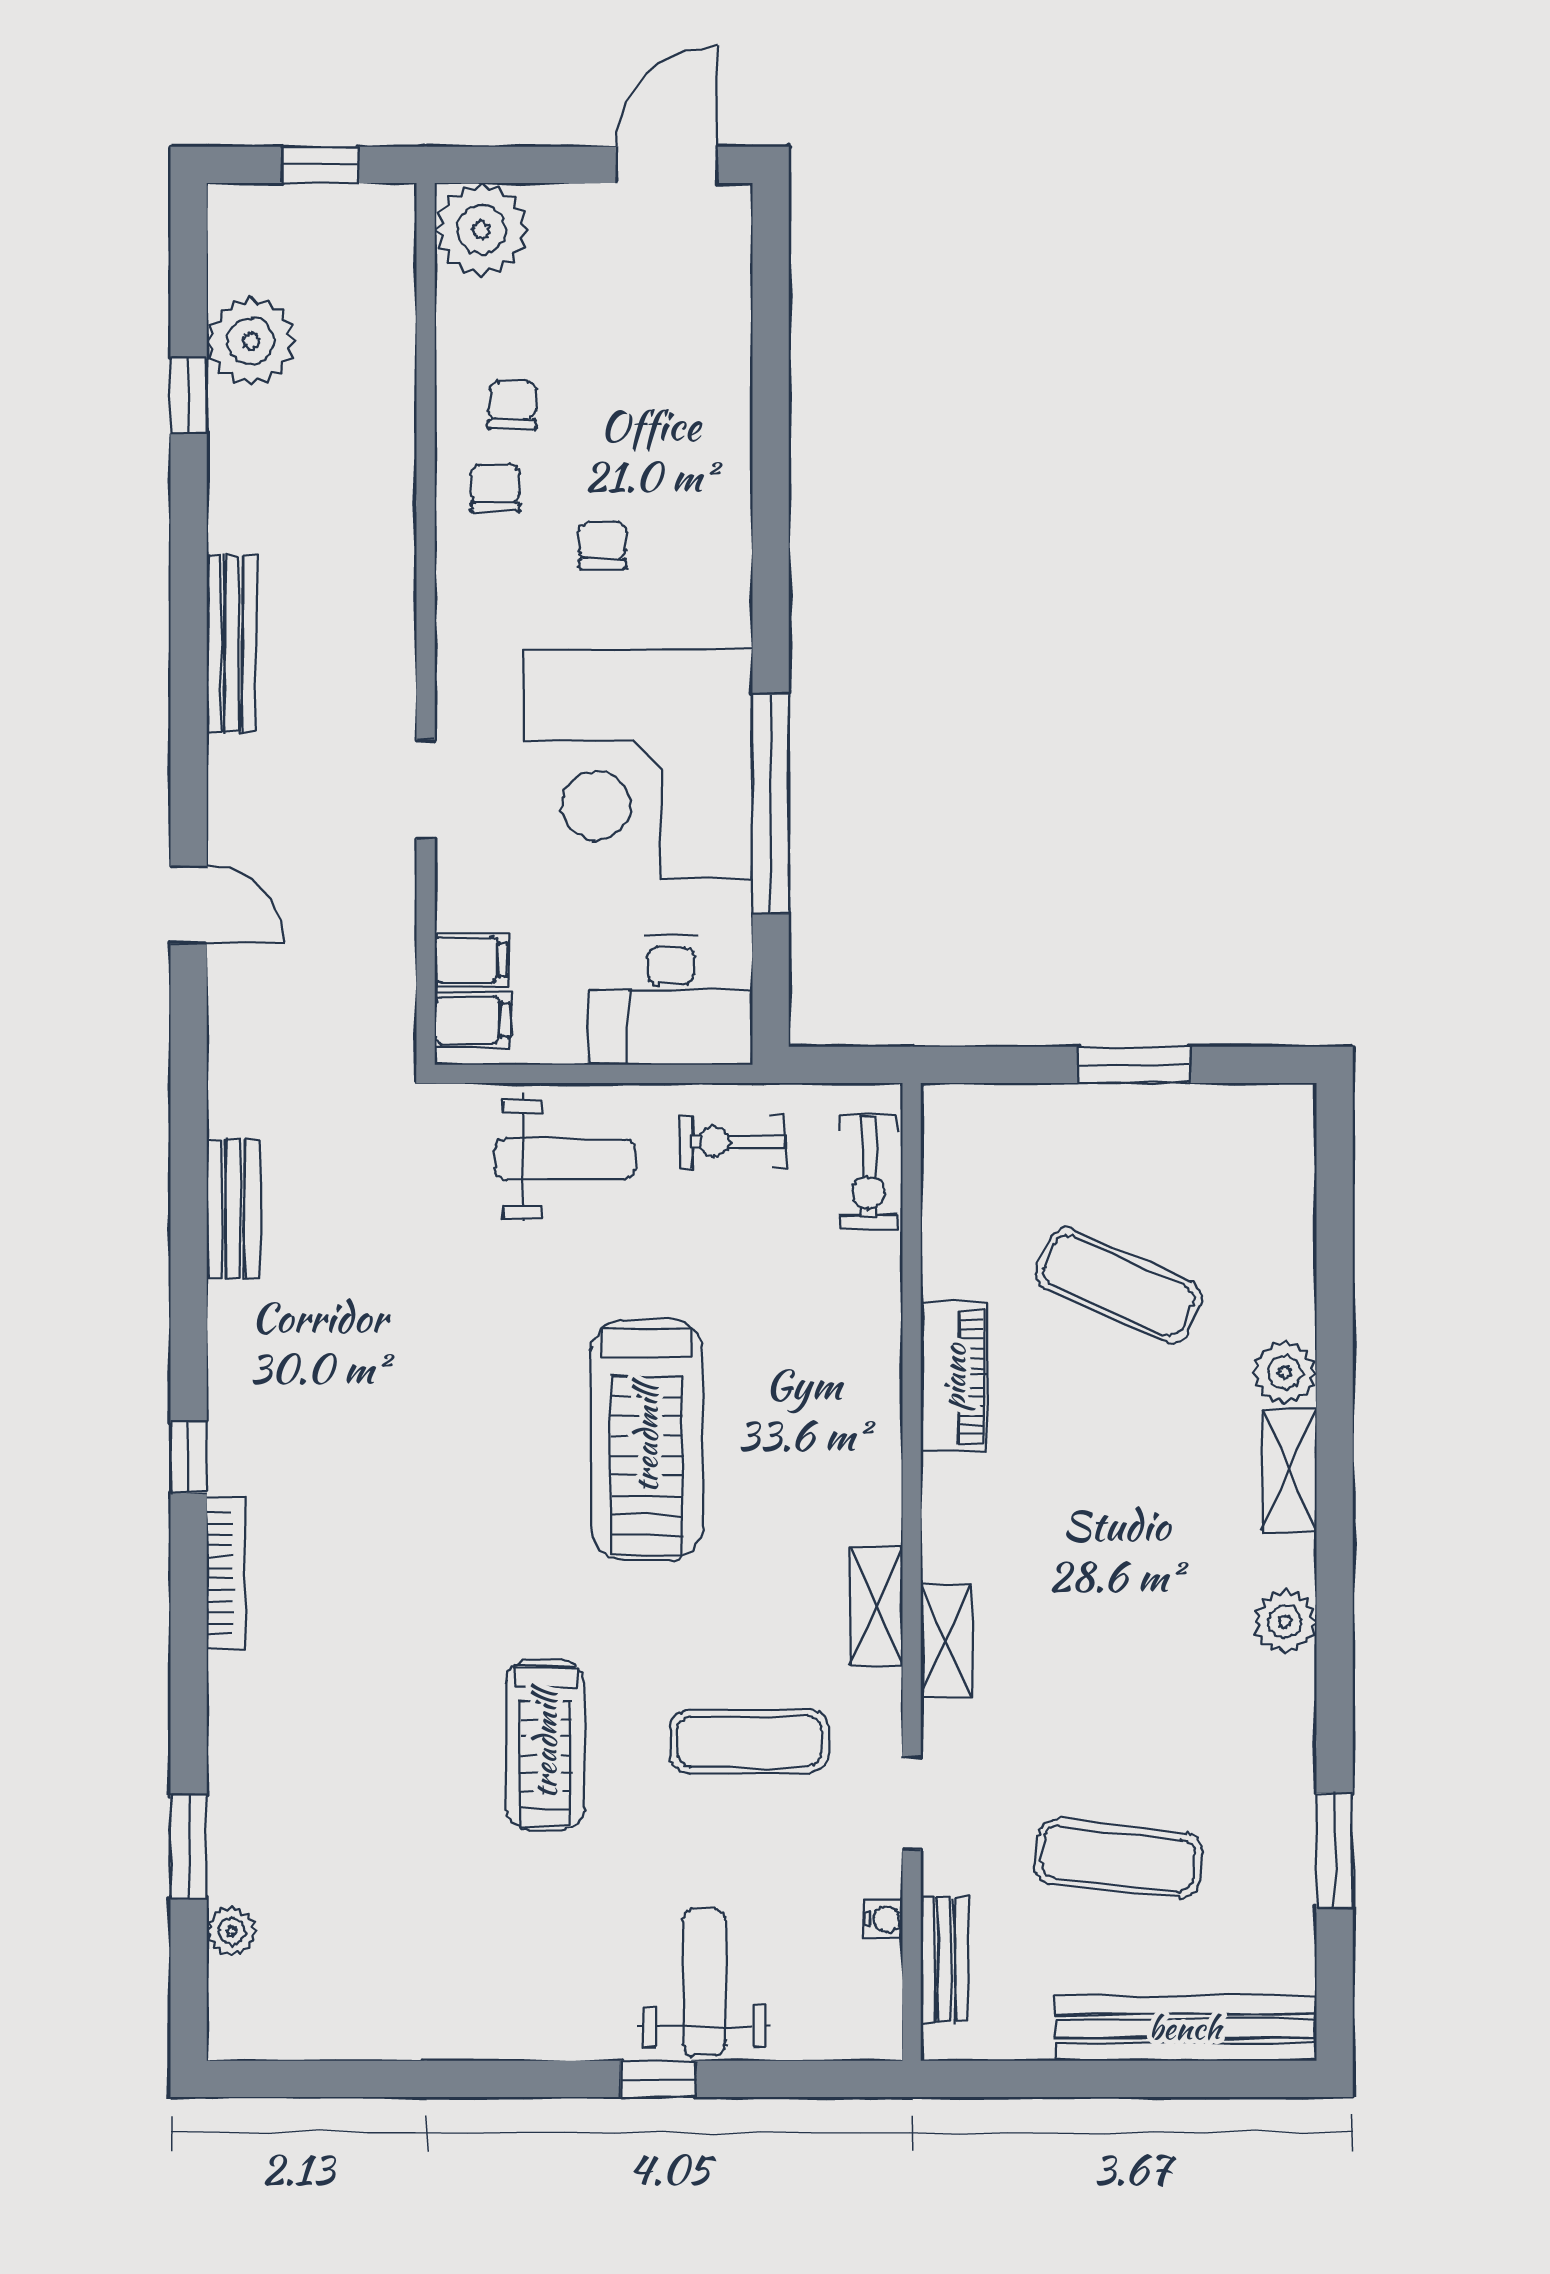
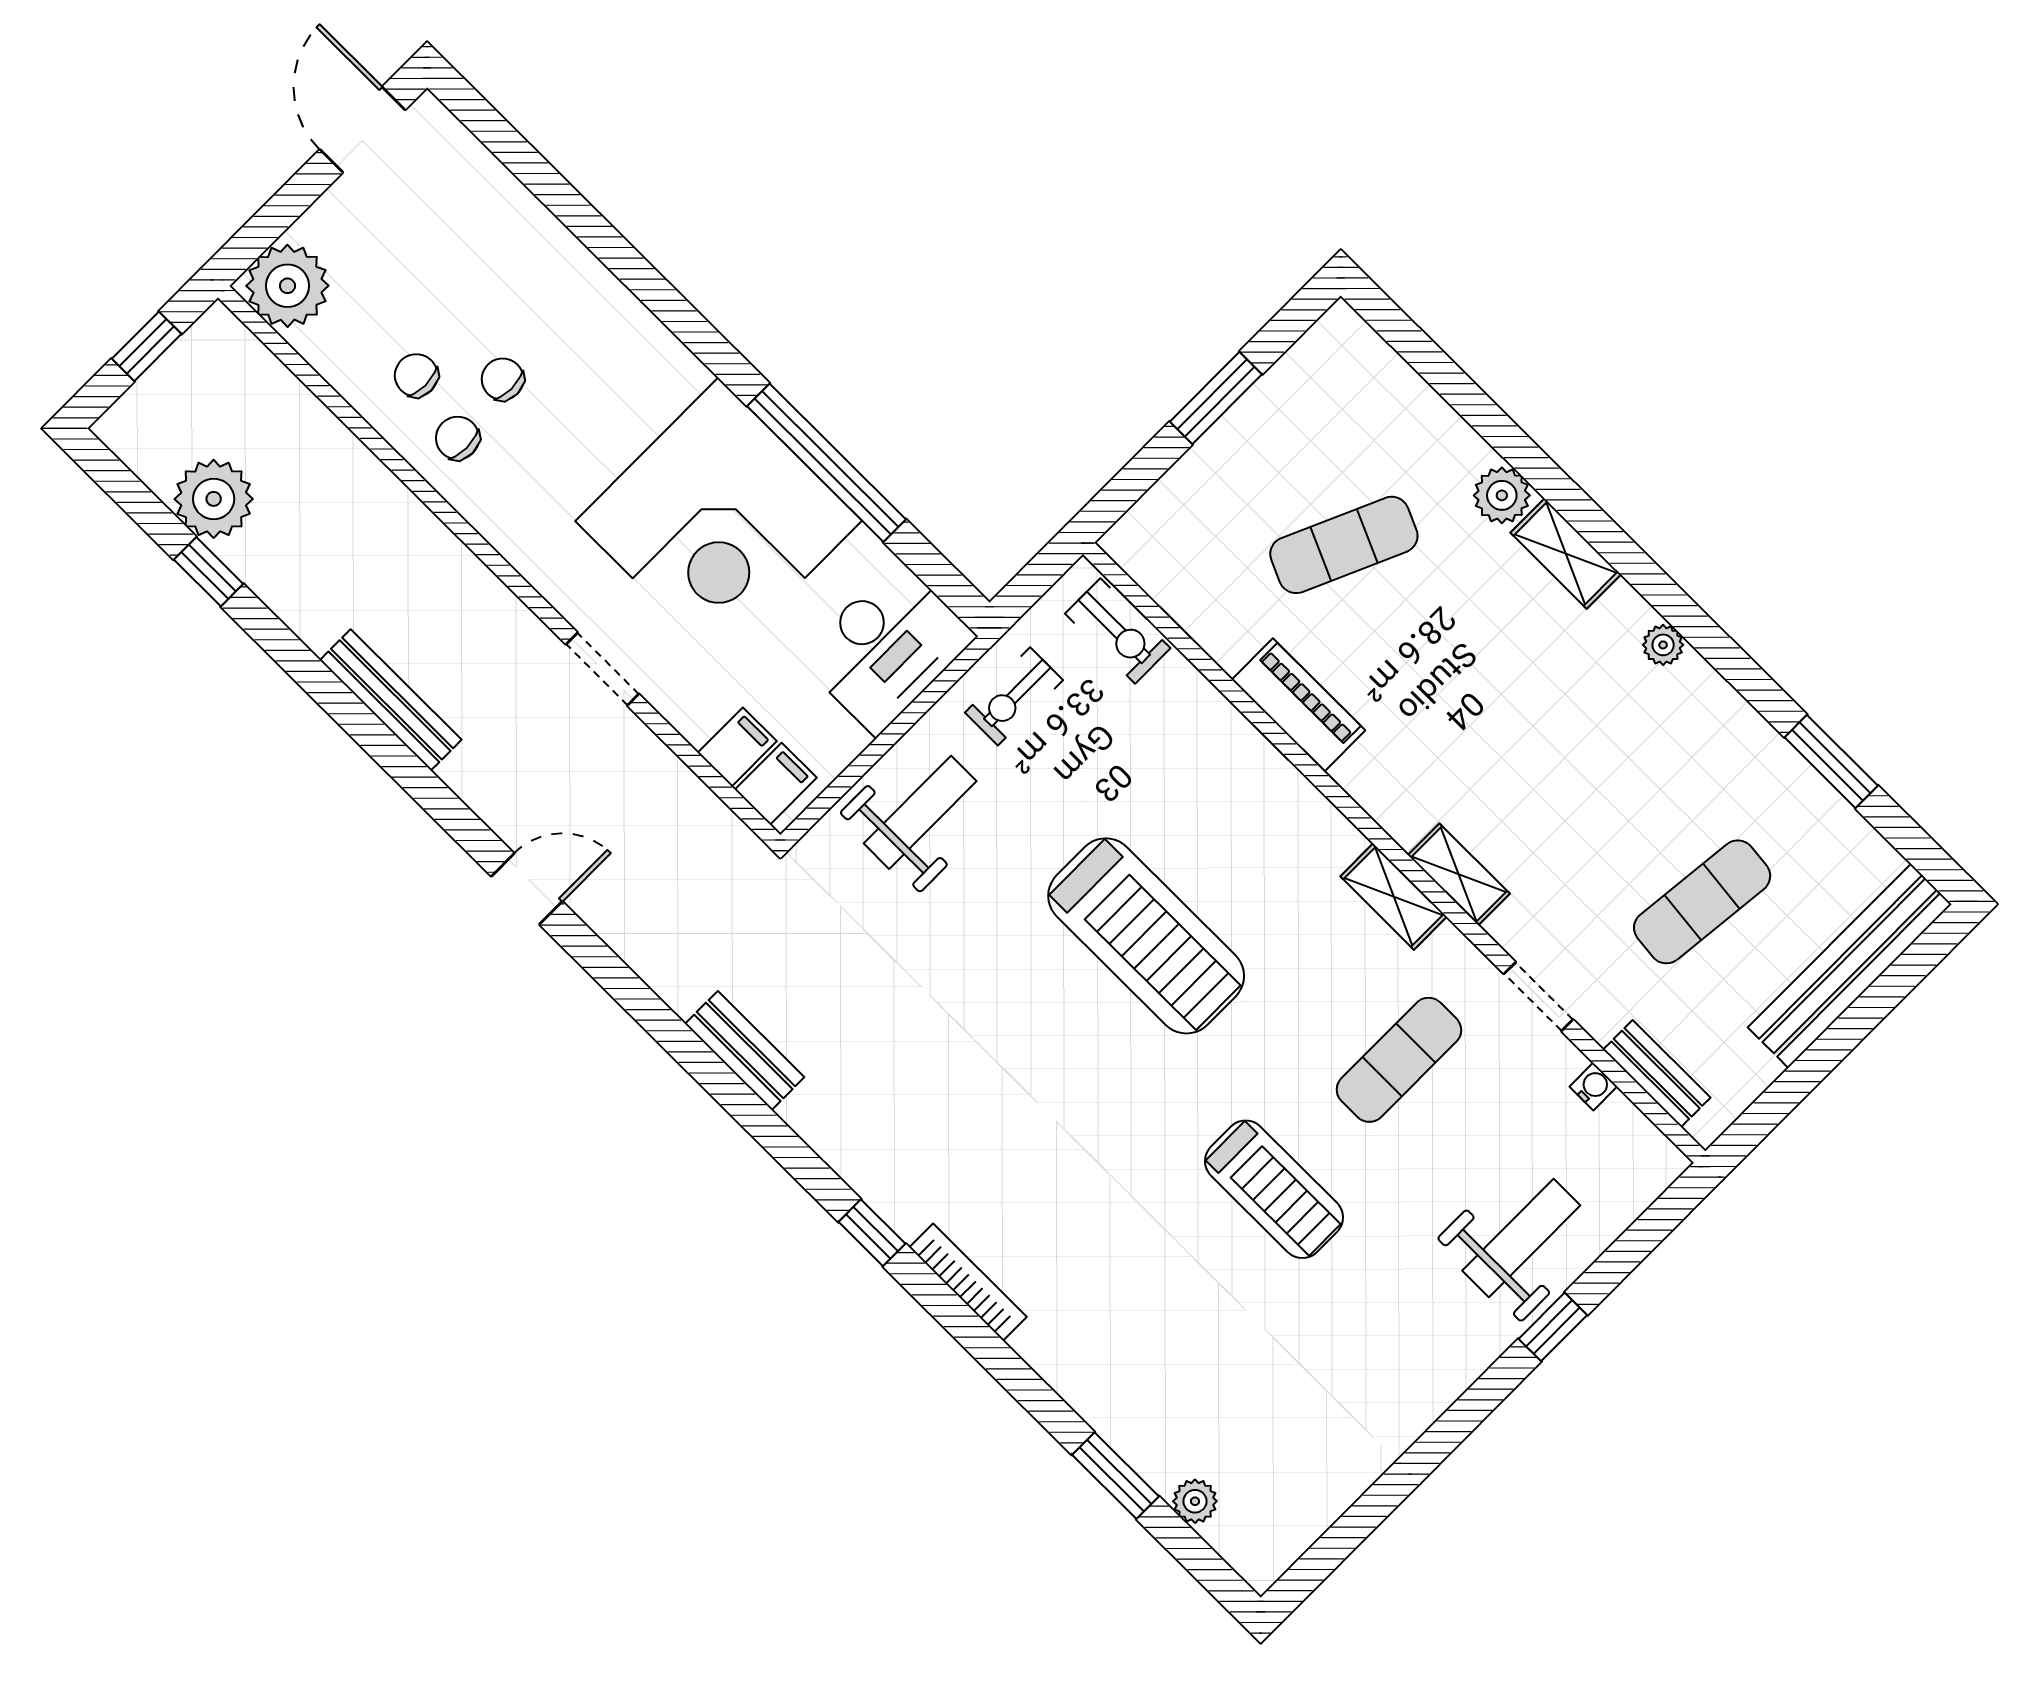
chair: (602, 545) -> (503, 379), moved
plant: (1285, 1622) -> (1663, 645), width x0.73, depth x0.73
weight bench: (704, 1982) -> (1521, 1238), turned 90

